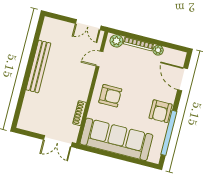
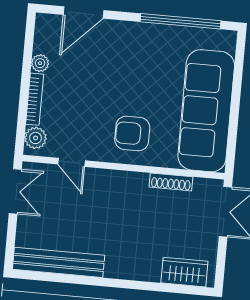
bench: (38, 66) -> (59, 262), moved
armchair: (110, 96) -> (132, 133), turned -90
armchair: (160, 111) -> (145, 42), removed
wardrobe: (28, 113) -> (184, 272), added

